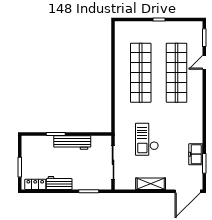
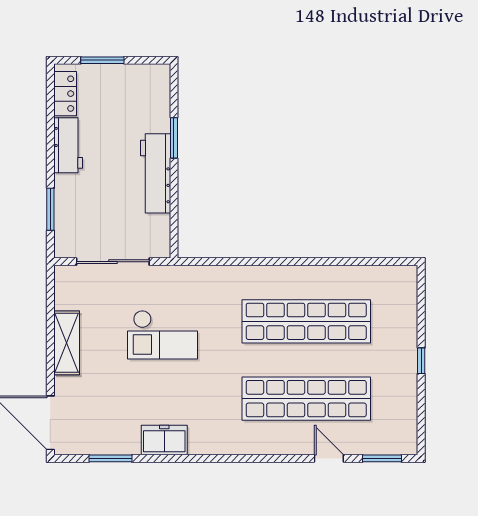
checkout: (147, 139) -> (163, 335), turned 180
freezer: (196, 154) -> (164, 440), moved

